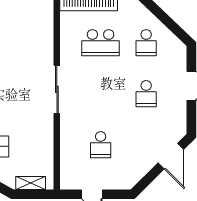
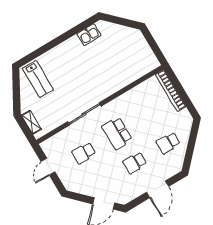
school desk: (101, 43) -> (117, 133), moved
sliding door: (57, 89) -> (84, 114), moved

